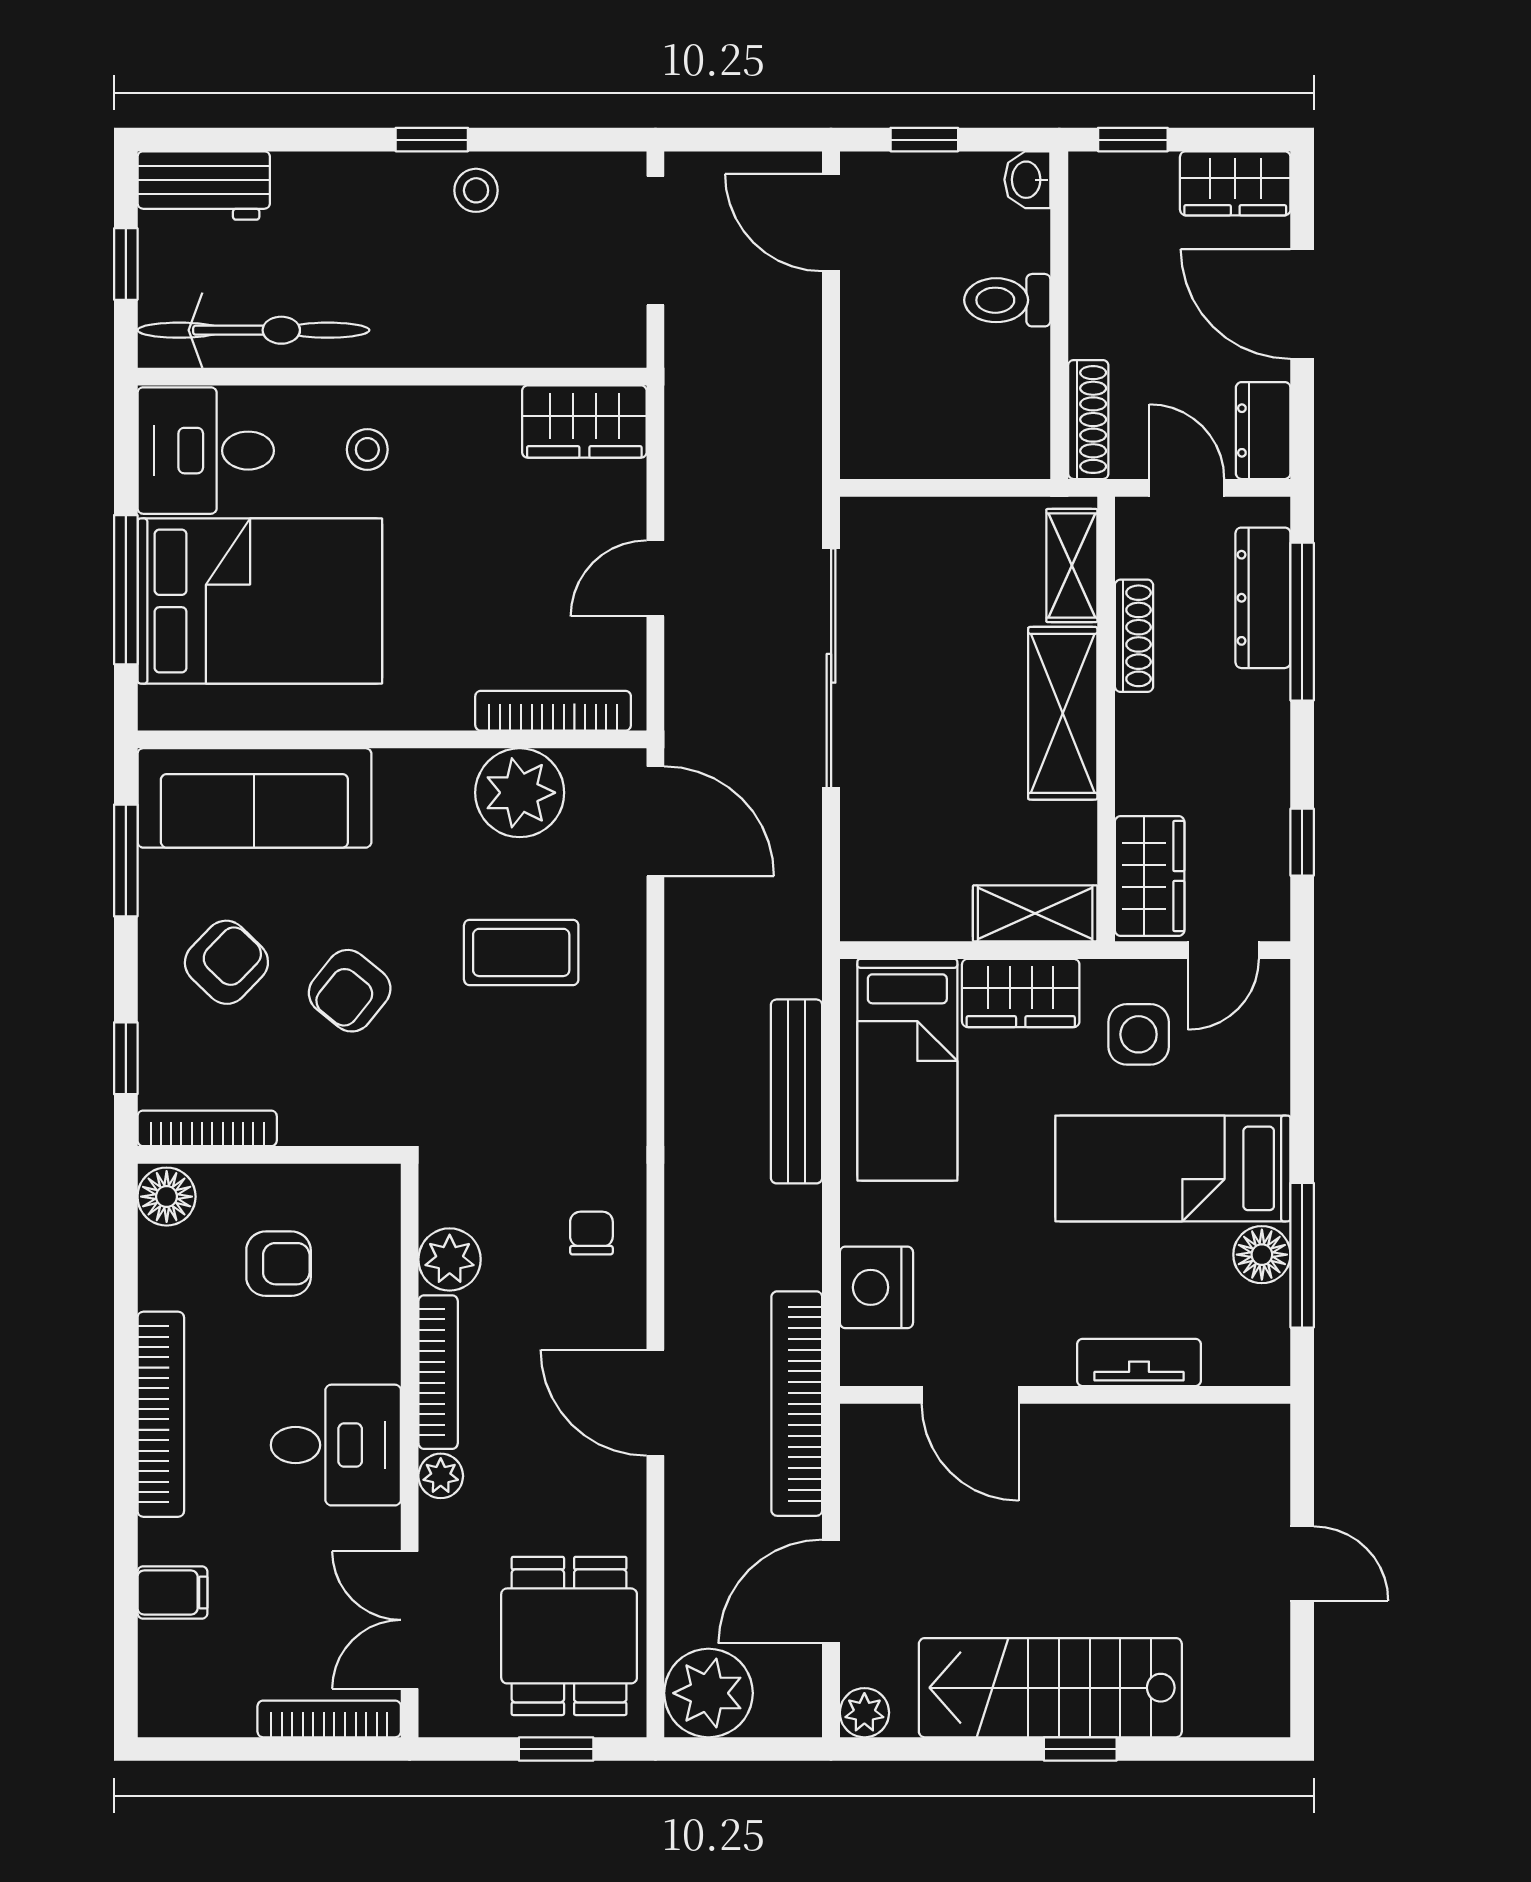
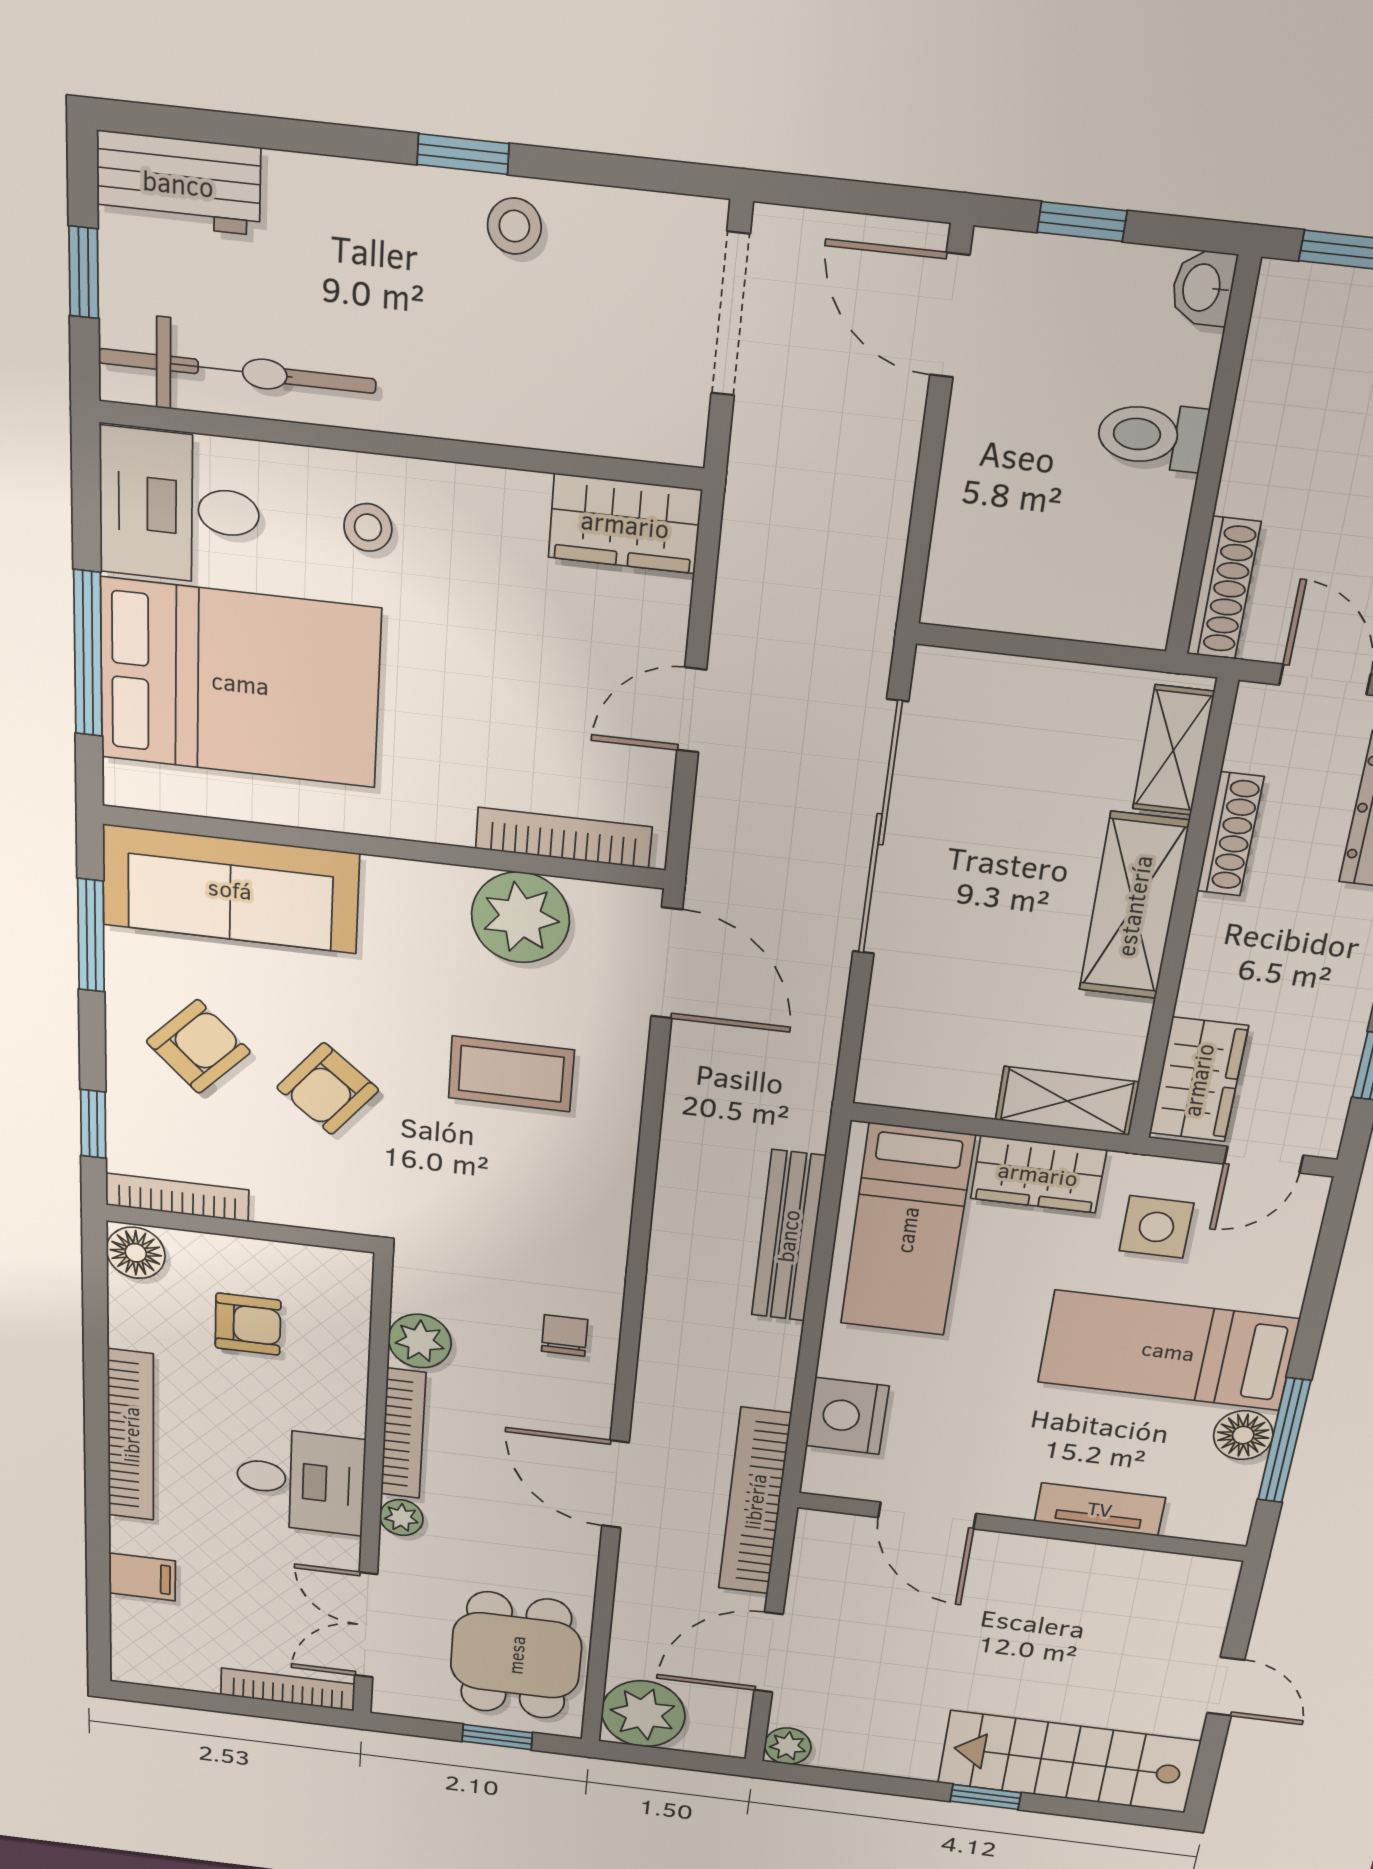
stairs: (1050, 1688) -> (1068, 1762), moved

